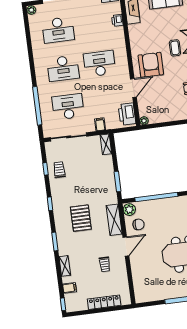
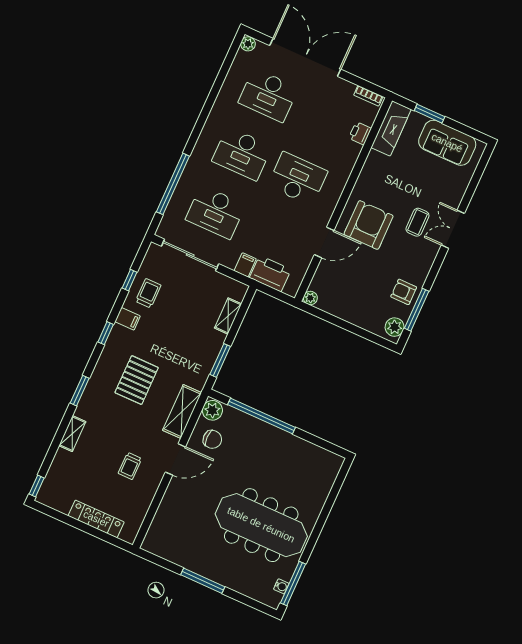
desk: (68, 107) -> (216, 212), turned 180
printer: (127, 114) -> (270, 274), moved, turned 90
shelving: (106, 144) -> (228, 316), moved
filing cabinet: (70, 288) -> (128, 319), moved

